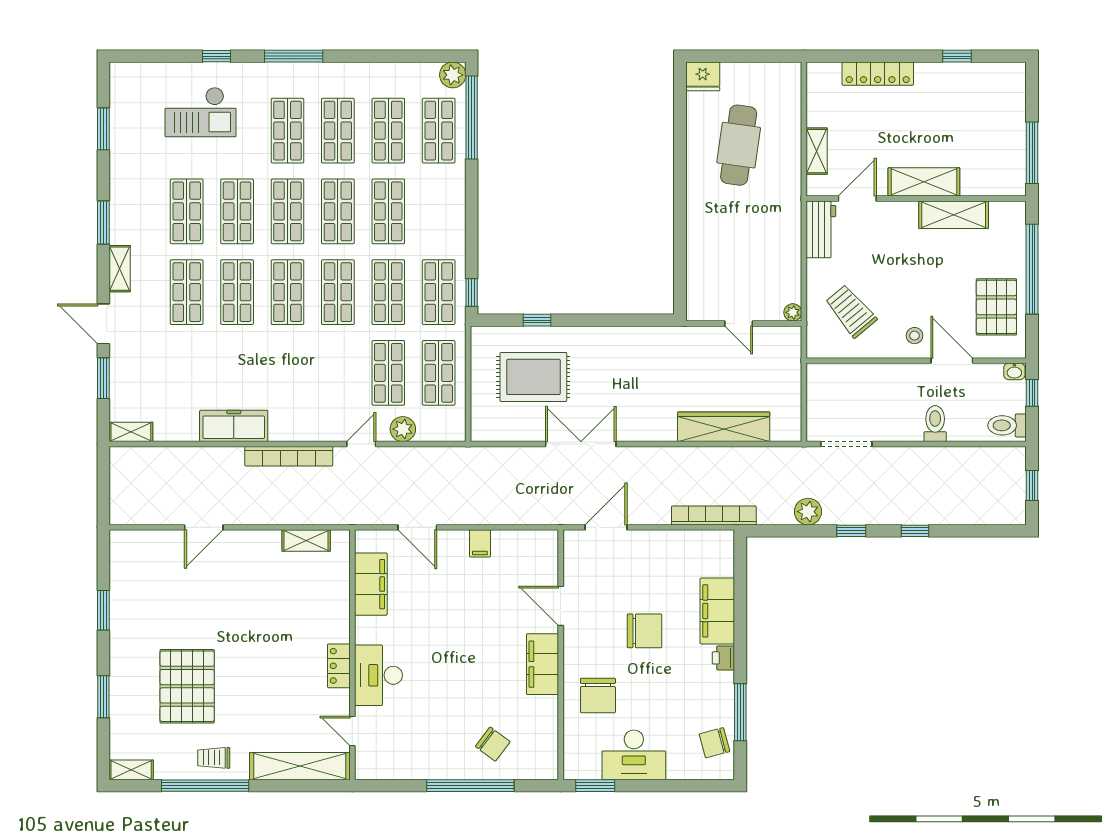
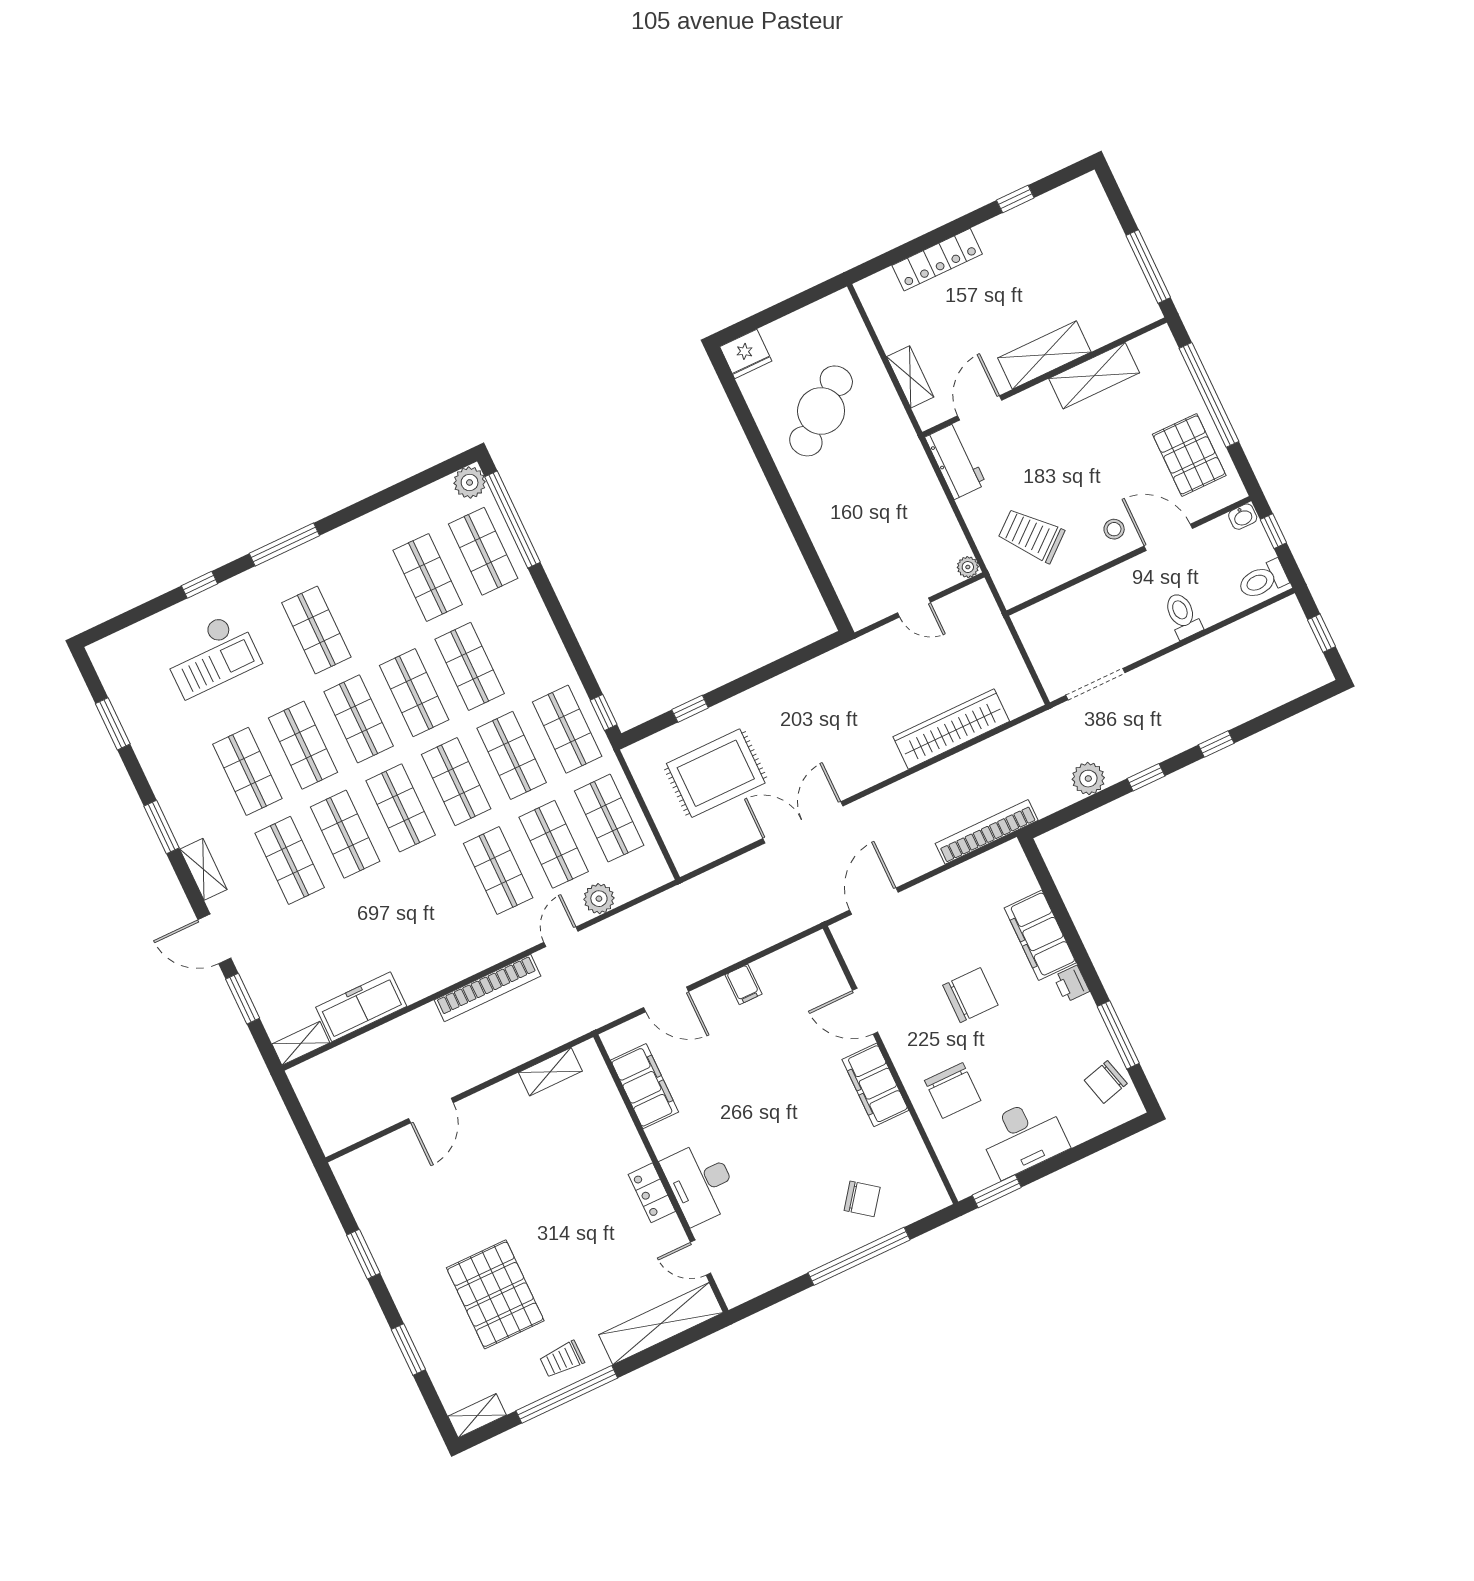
shop shelf: (338, 131) -> (498, 871), moved
cafe table: (739, 145) -> (821, 411), turned 44
freezer: (234, 426) -> (361, 1007), moved

